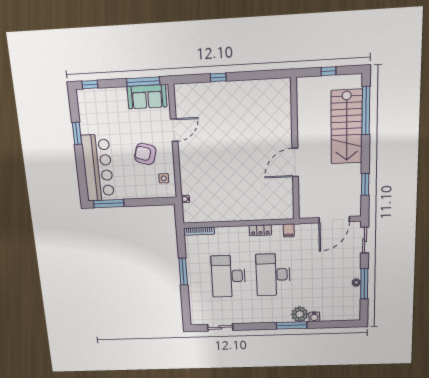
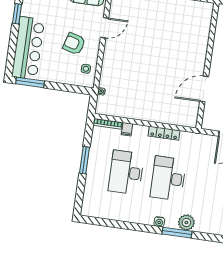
door: (295, 162) -> (204, 89), moved
locker: (260, 230) -> (164, 133), width x1.53
filing cabinet: (289, 230) -> (127, 129), moved
water cooler: (314, 317) -> (159, 222), moved
sliding door: (220, 327) -> (108, 223), removed

